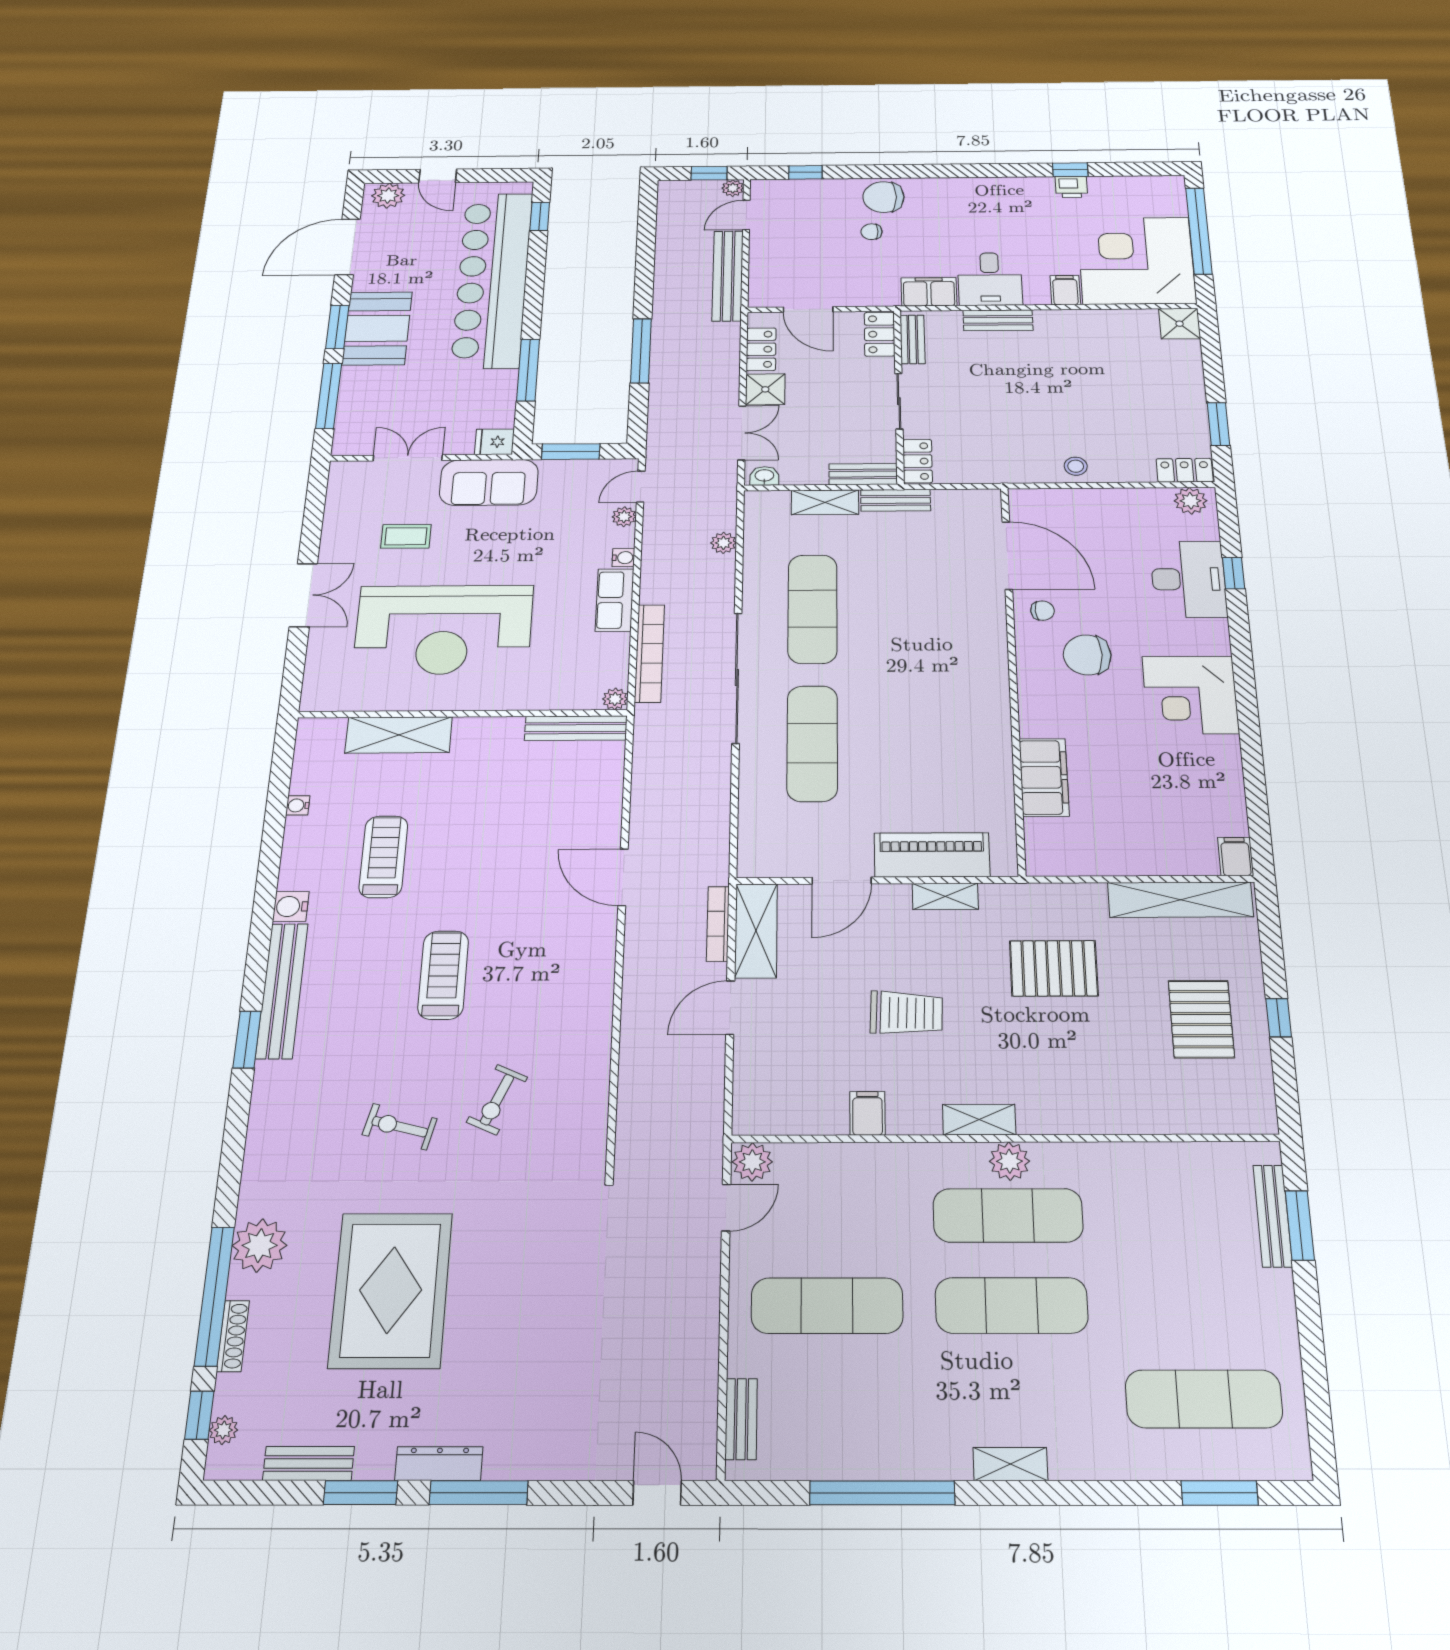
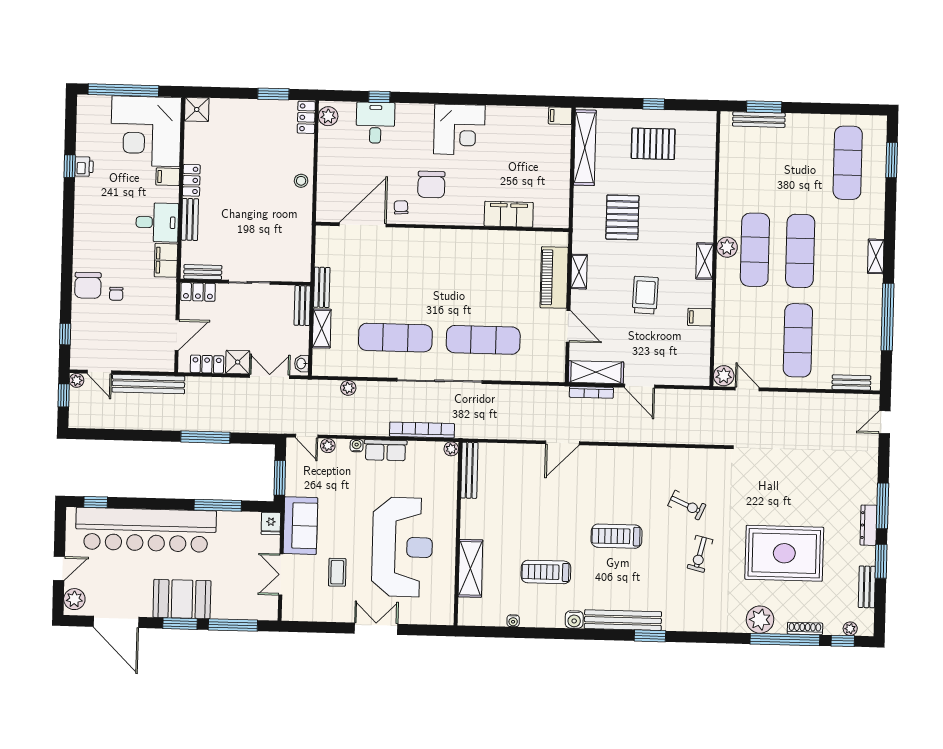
locker: (918, 461) -> (191, 180), moved, turned 90
desk: (1188, 579) -> (375, 123), width x0.73

